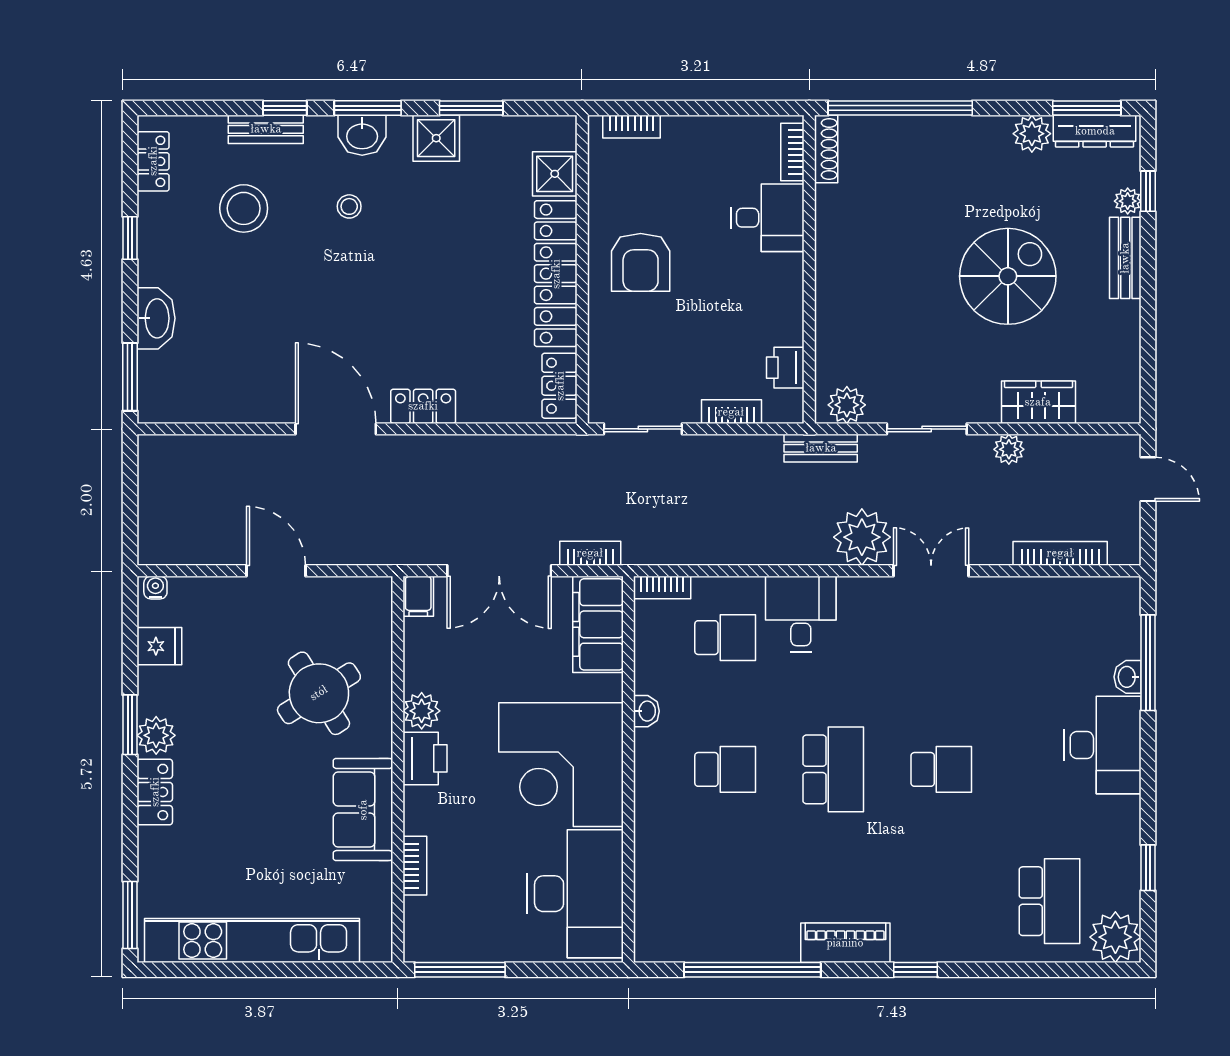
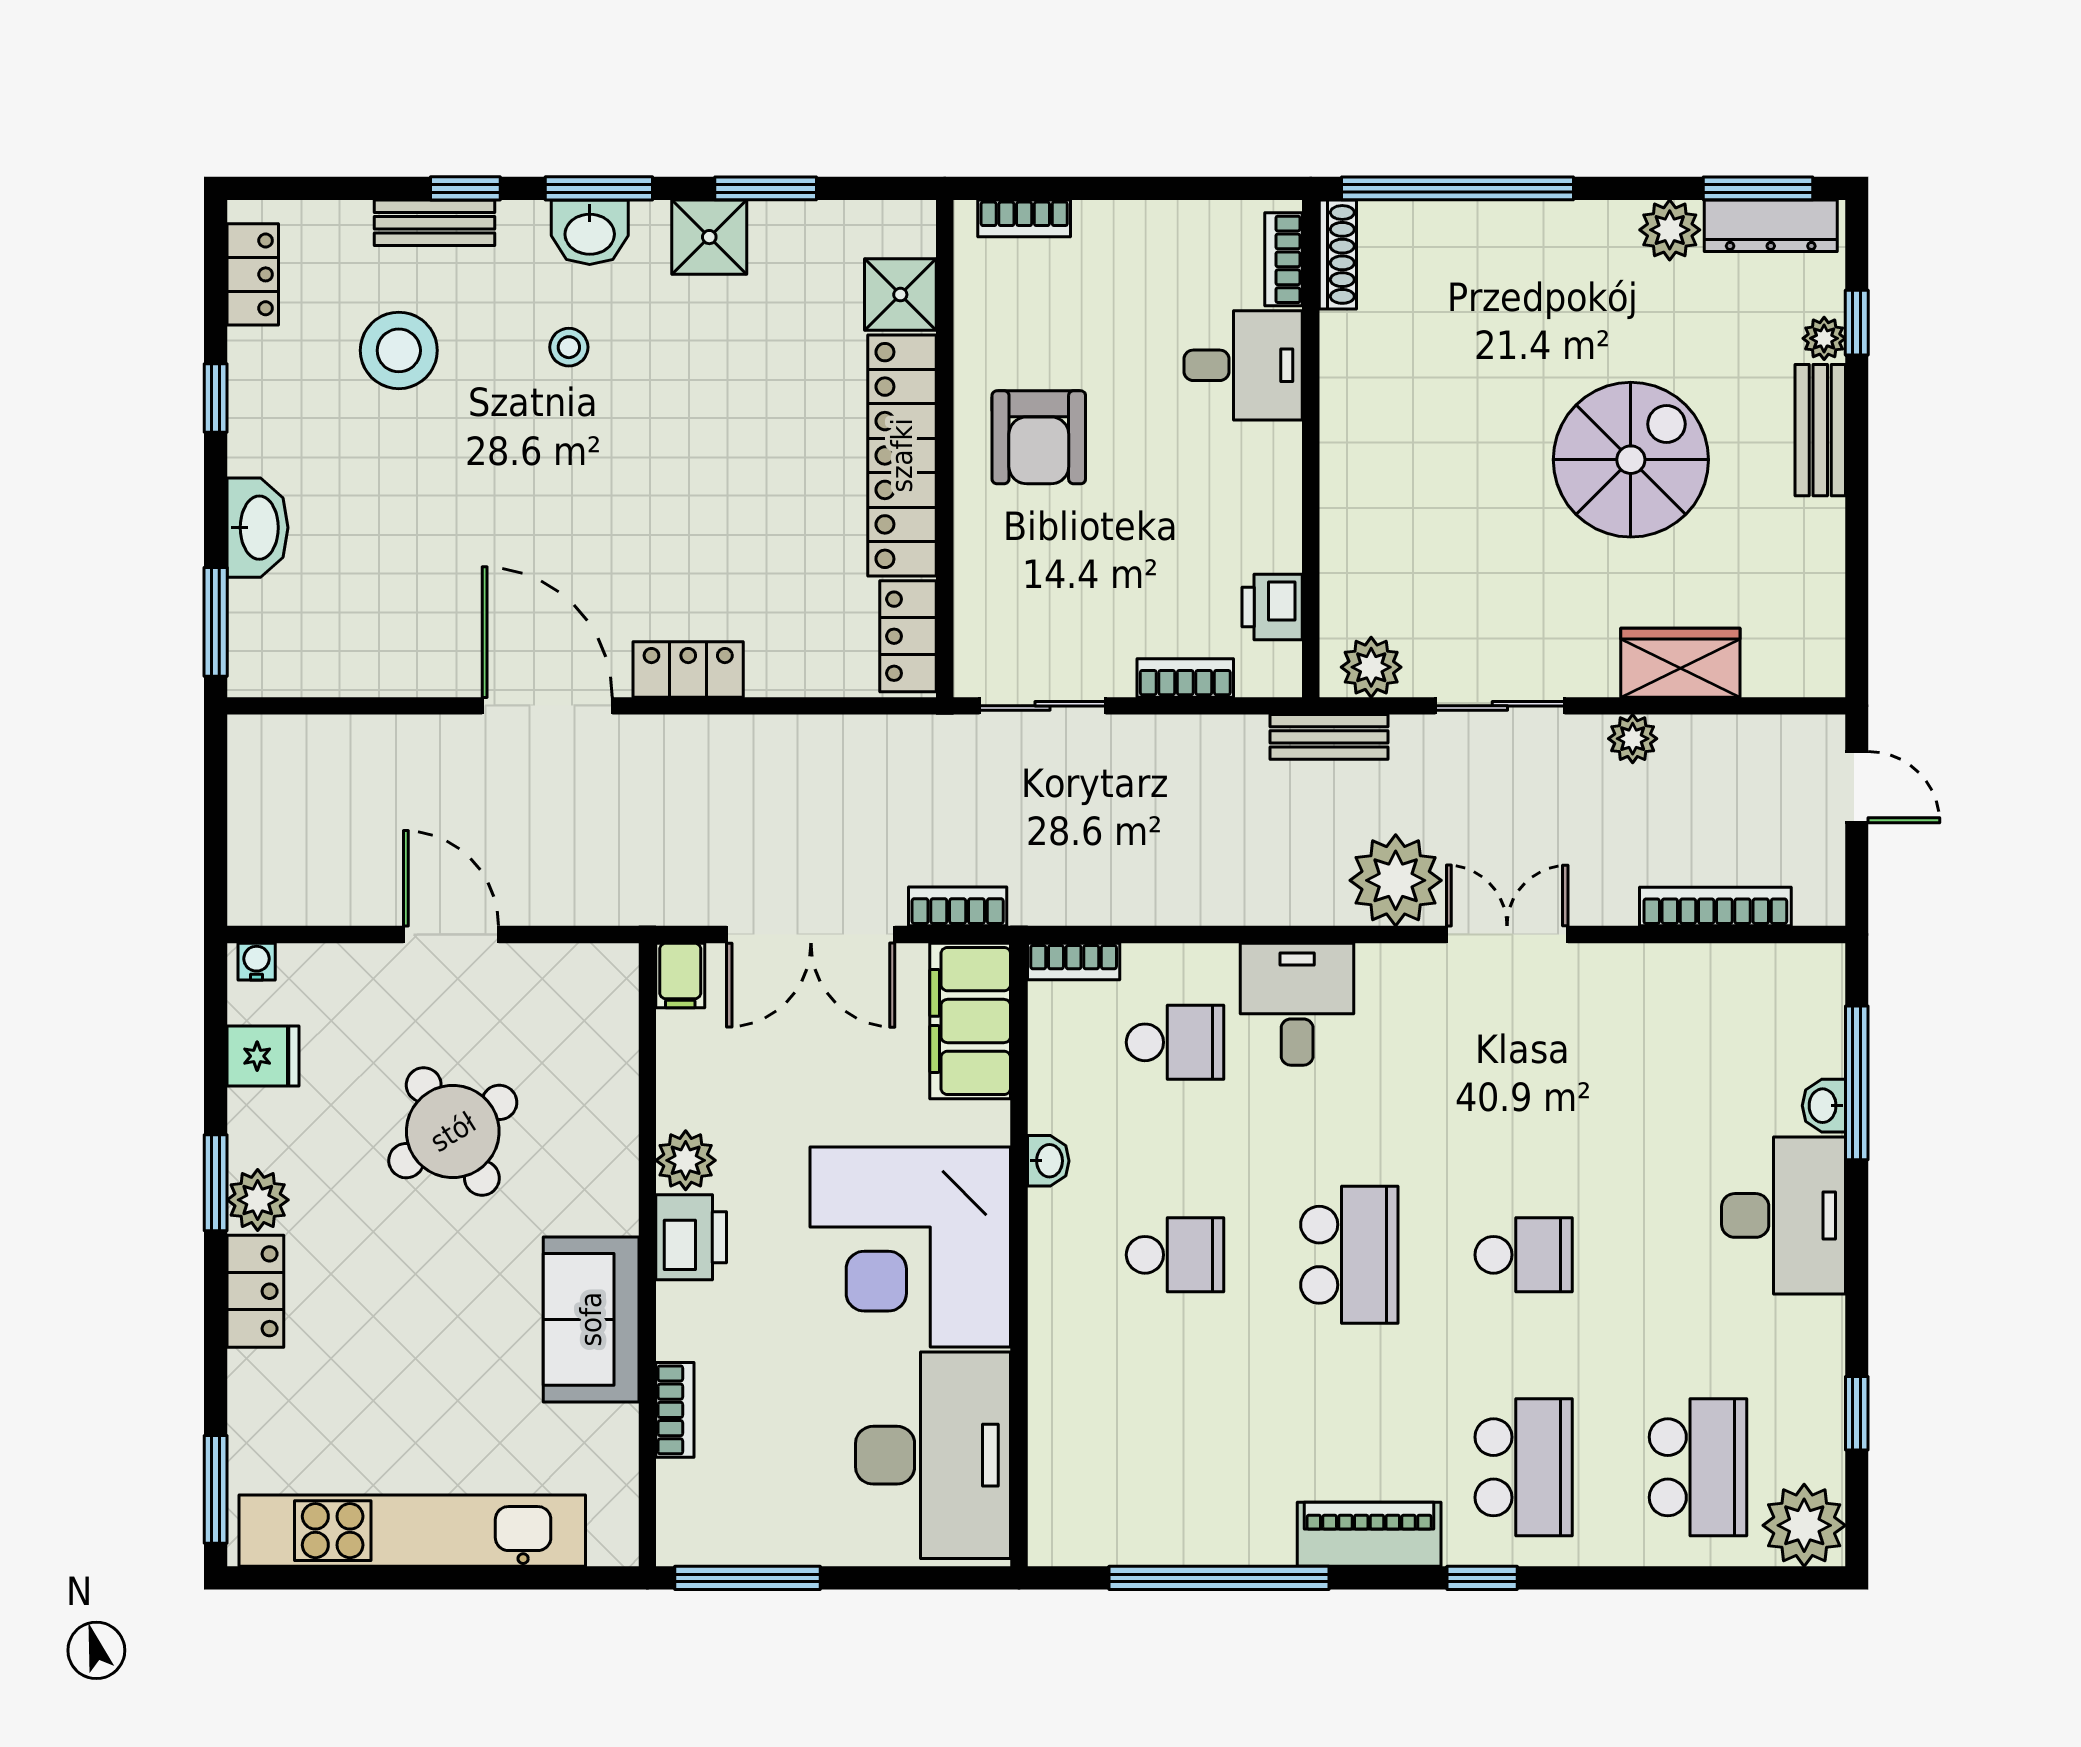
round table: (319, 693) -> (453, 1132), moved
school desk: (941, 901) -> (1524, 1467), added

